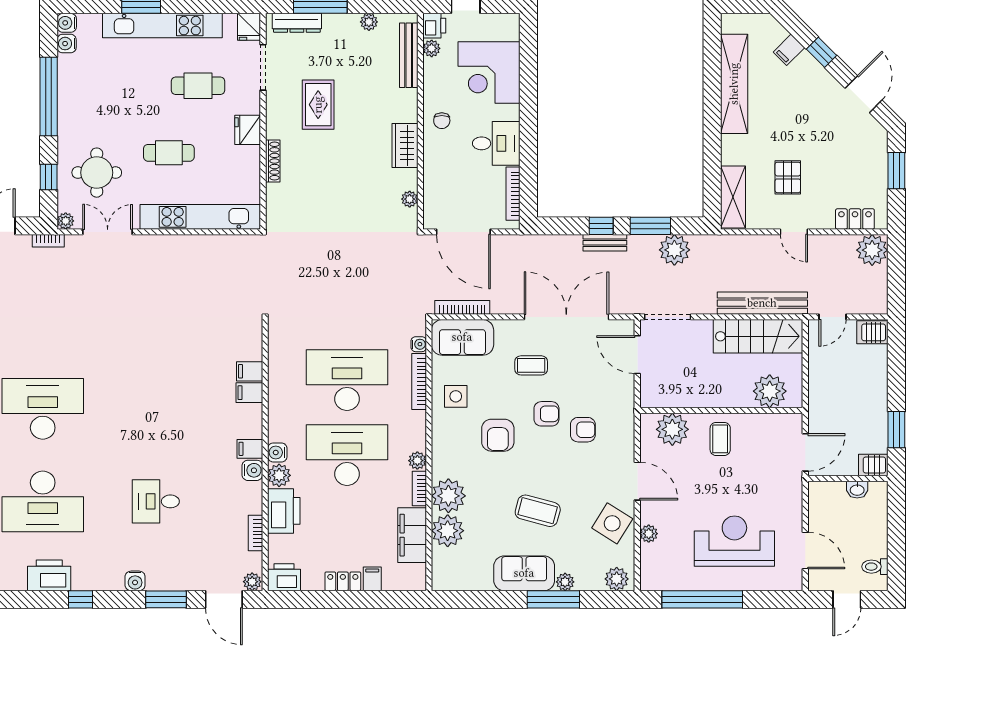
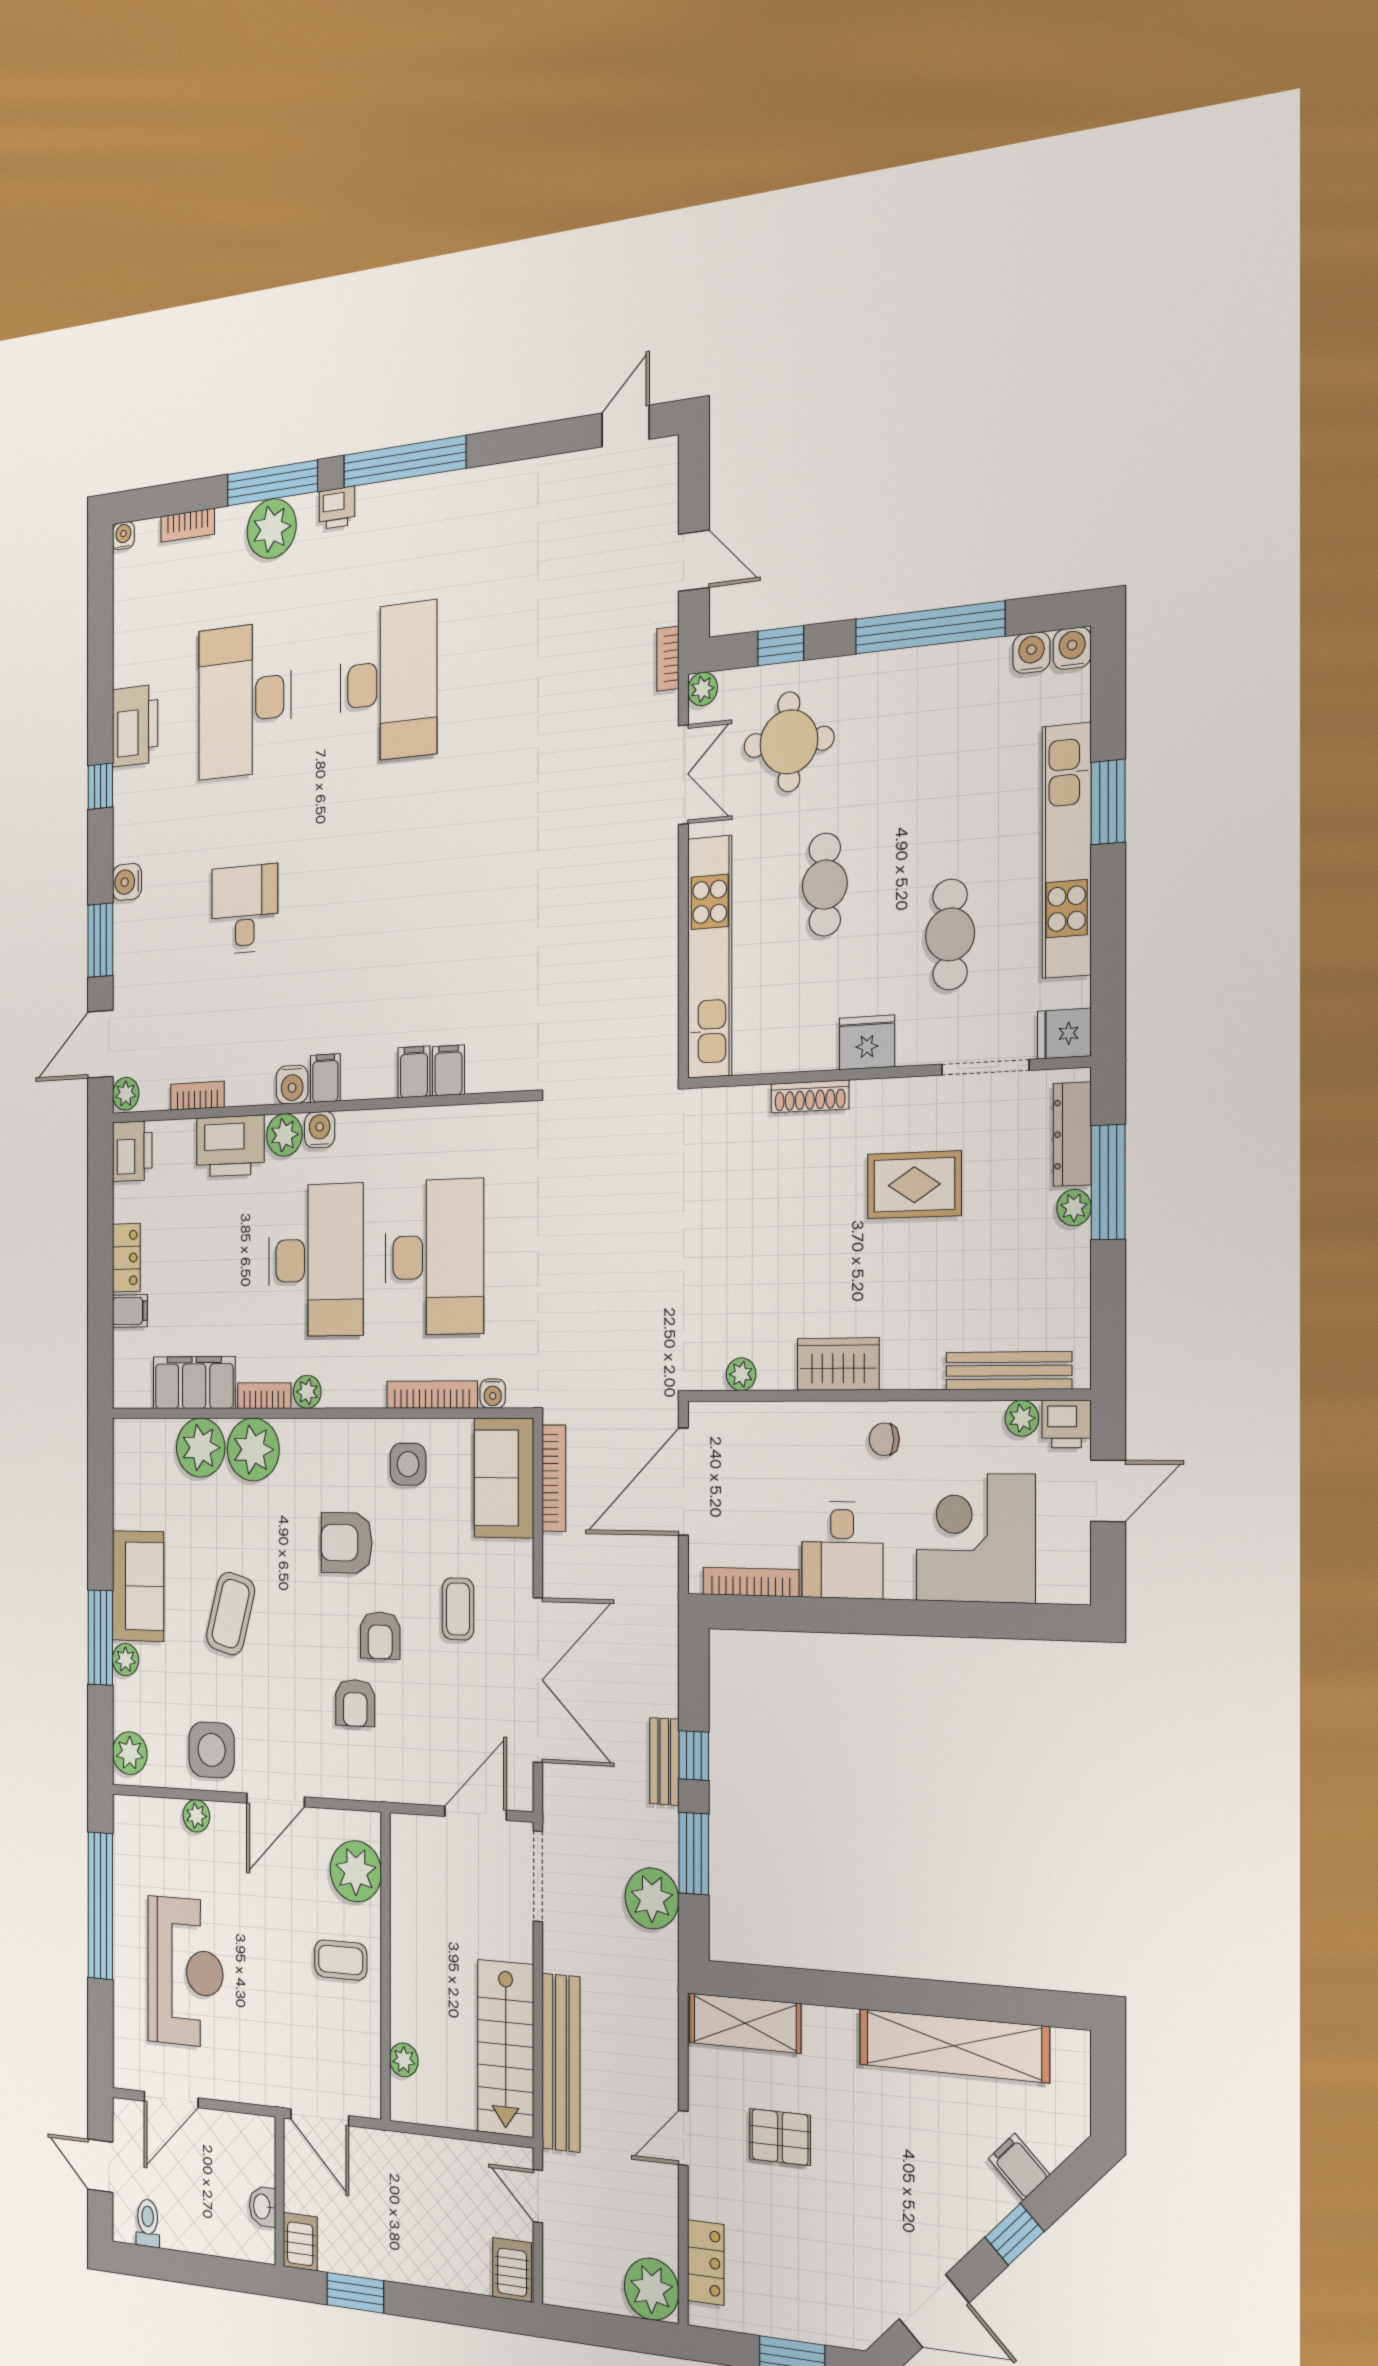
plant: (369, 22) -> (1074, 1208), moved
plant: (770, 391) -> (404, 2060), width x0.53, depth x0.53
side table: (612, 523) -> (212, 1750), turned -32

